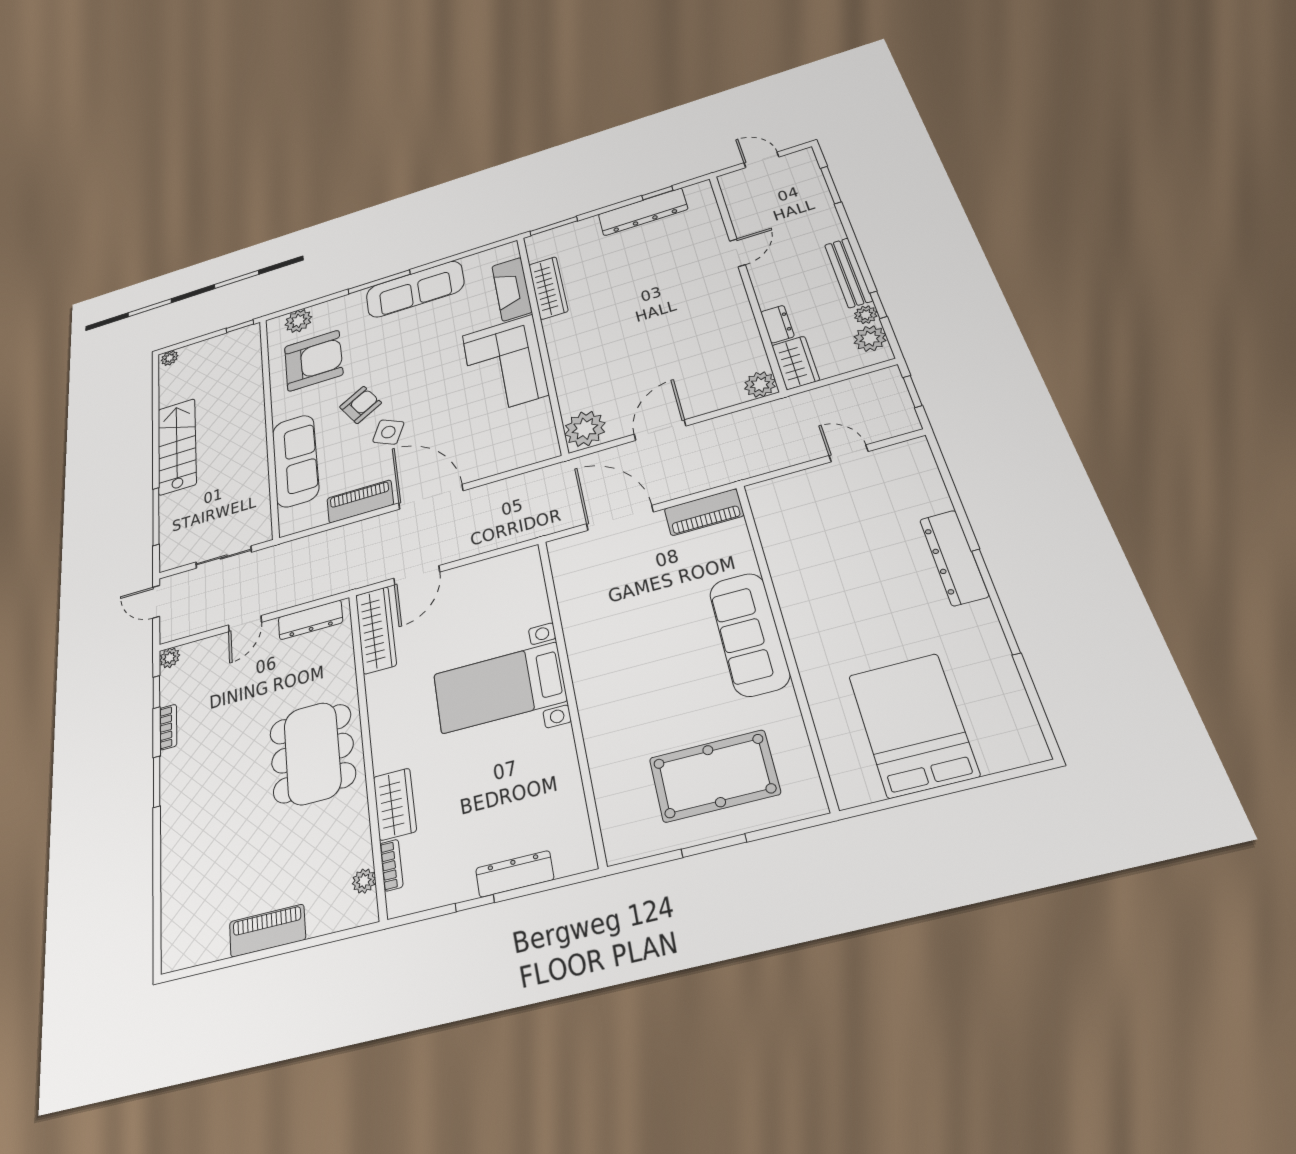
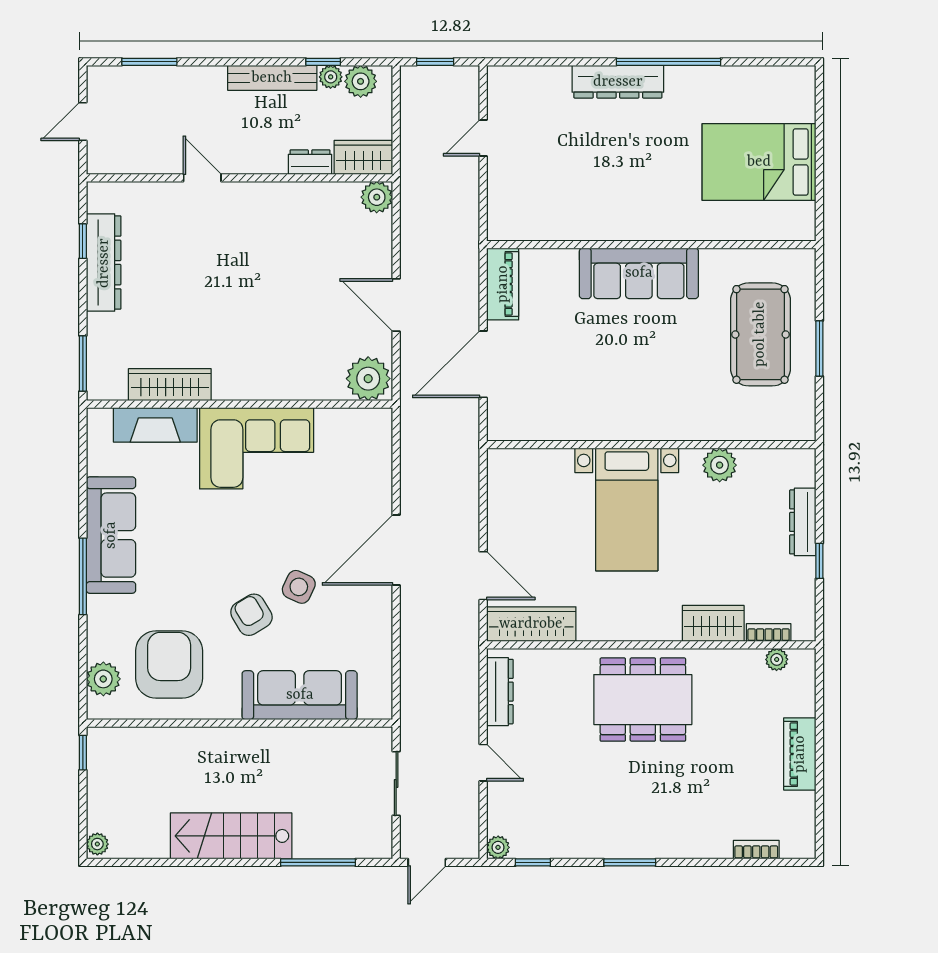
piano: (360, 501) -> (376, 627), removed
bookcase: (168, 727) -> (756, 850), moved
plant: (561, 768) -> (720, 465), added

